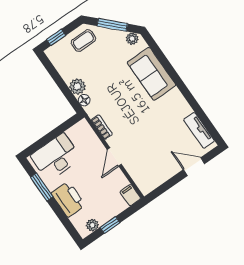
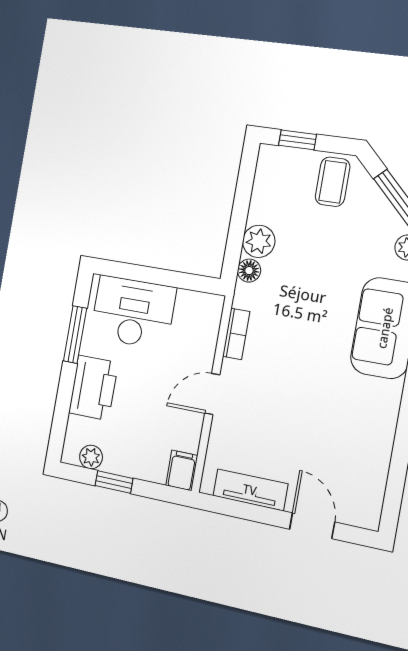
coffee table: (83, 41) -> (333, 182), turned 90
tv unit: (199, 130) -> (250, 490), moved, turned 90

